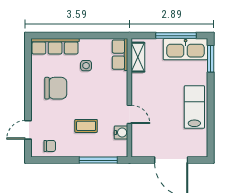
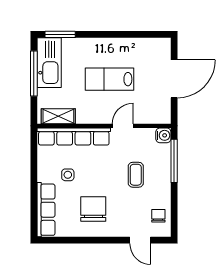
row of seats: (120, 55) -> (74, 136), width x2.02
lab bench: (194, 107) -> (110, 79), moved
water cooler: (121, 132) -> (163, 135), moved, turned 90

